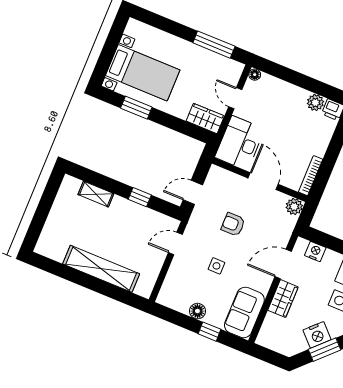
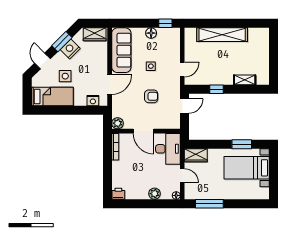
plant: (315, 103) -> (155, 194), moved
wardrobe: (283, 299) -> (95, 34), moved, turned -90
sofa: (244, 312) -> (121, 50), width x1.36
window: (209, 332) -> (165, 23), moved

